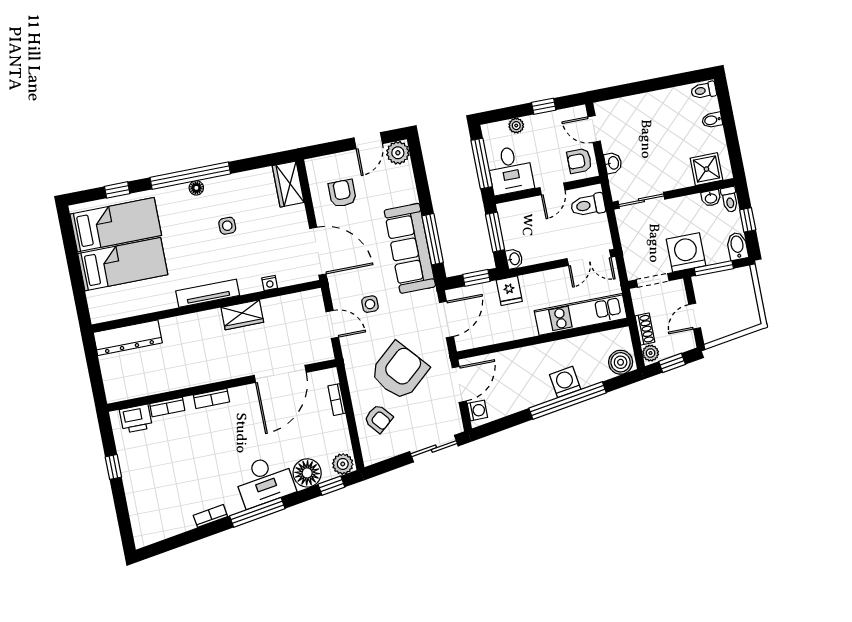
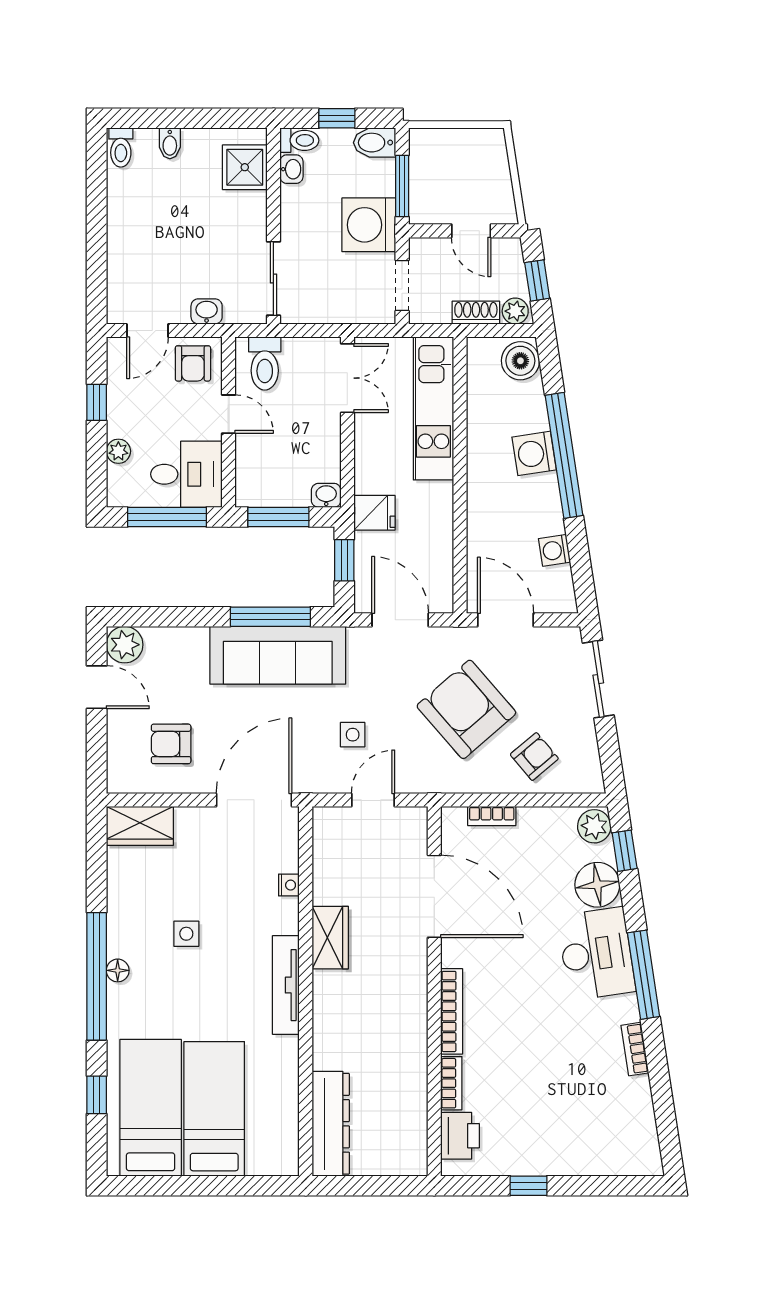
bookcase: (211, 398) -> (452, 1011), width x1.56
washing machine: (477, 410) -> (555, 550), moved, turned -99

